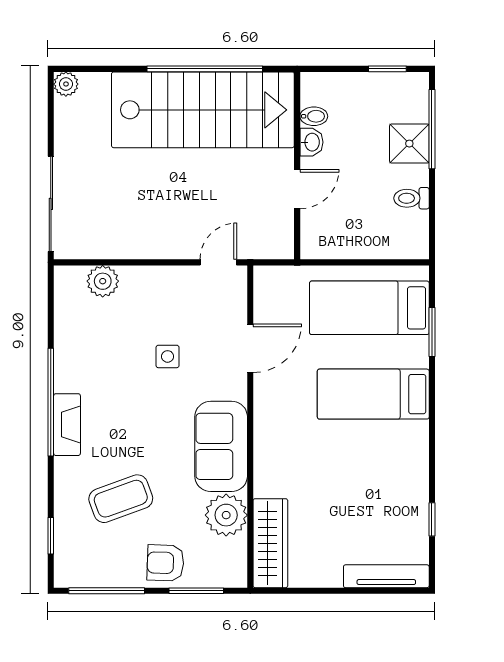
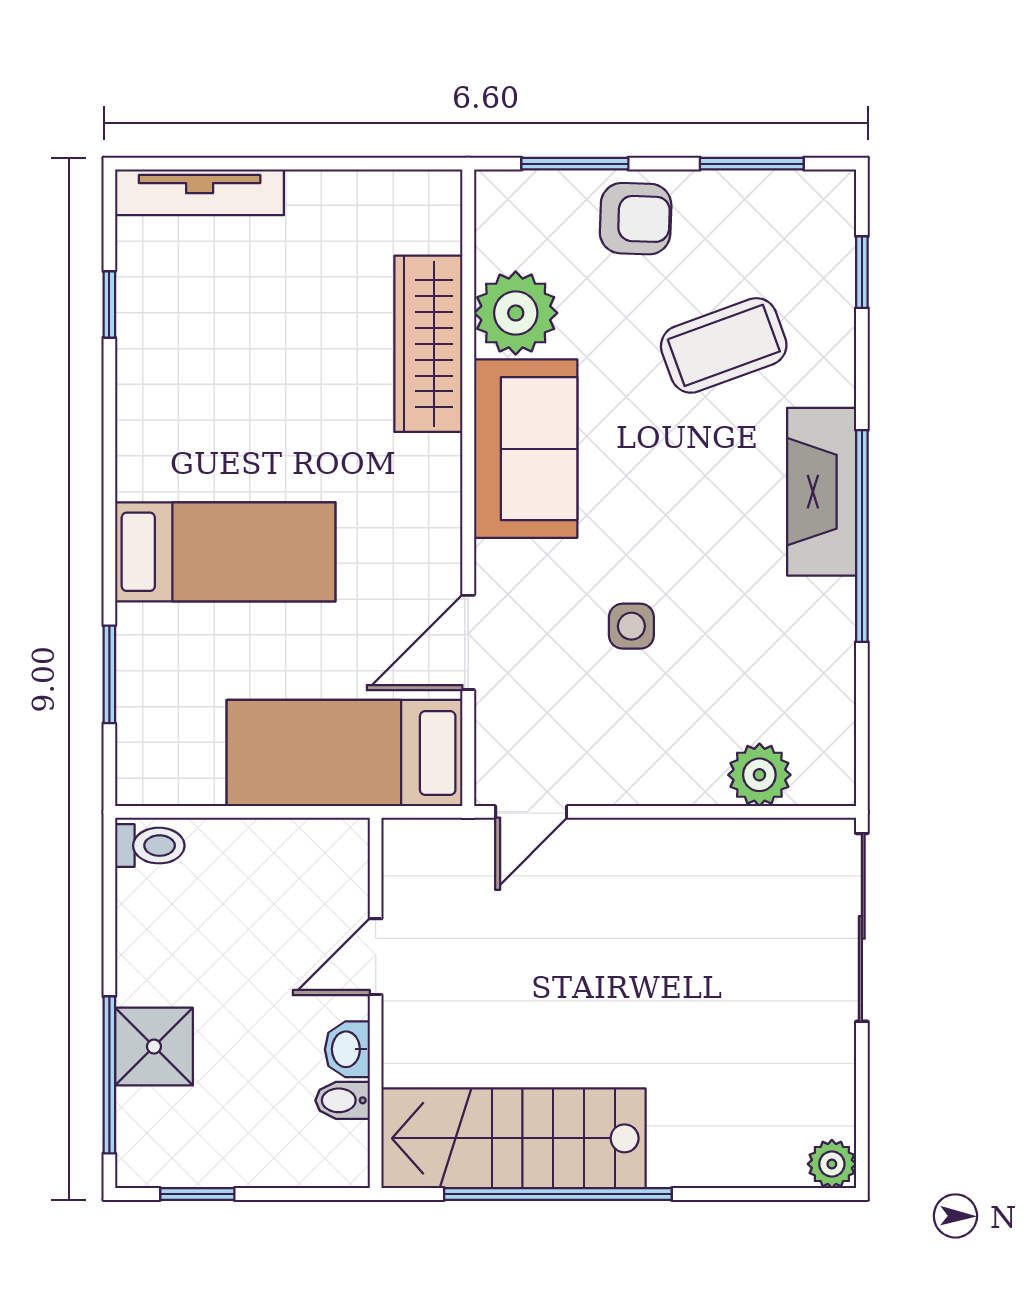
stairs: (203, 110) -> (514, 1138), width x0.73, depth x0.66
toilet: (411, 198) -> (150, 846), moved
bed: (369, 308) -> (345, 753), moved, turned 180
fireplace: (67, 425) -> (822, 492), width x1.37, depth x1.32
wardrobe: (270, 543) -> (428, 344), moved
window: (107, 591) -> (752, 164), width x0.69

